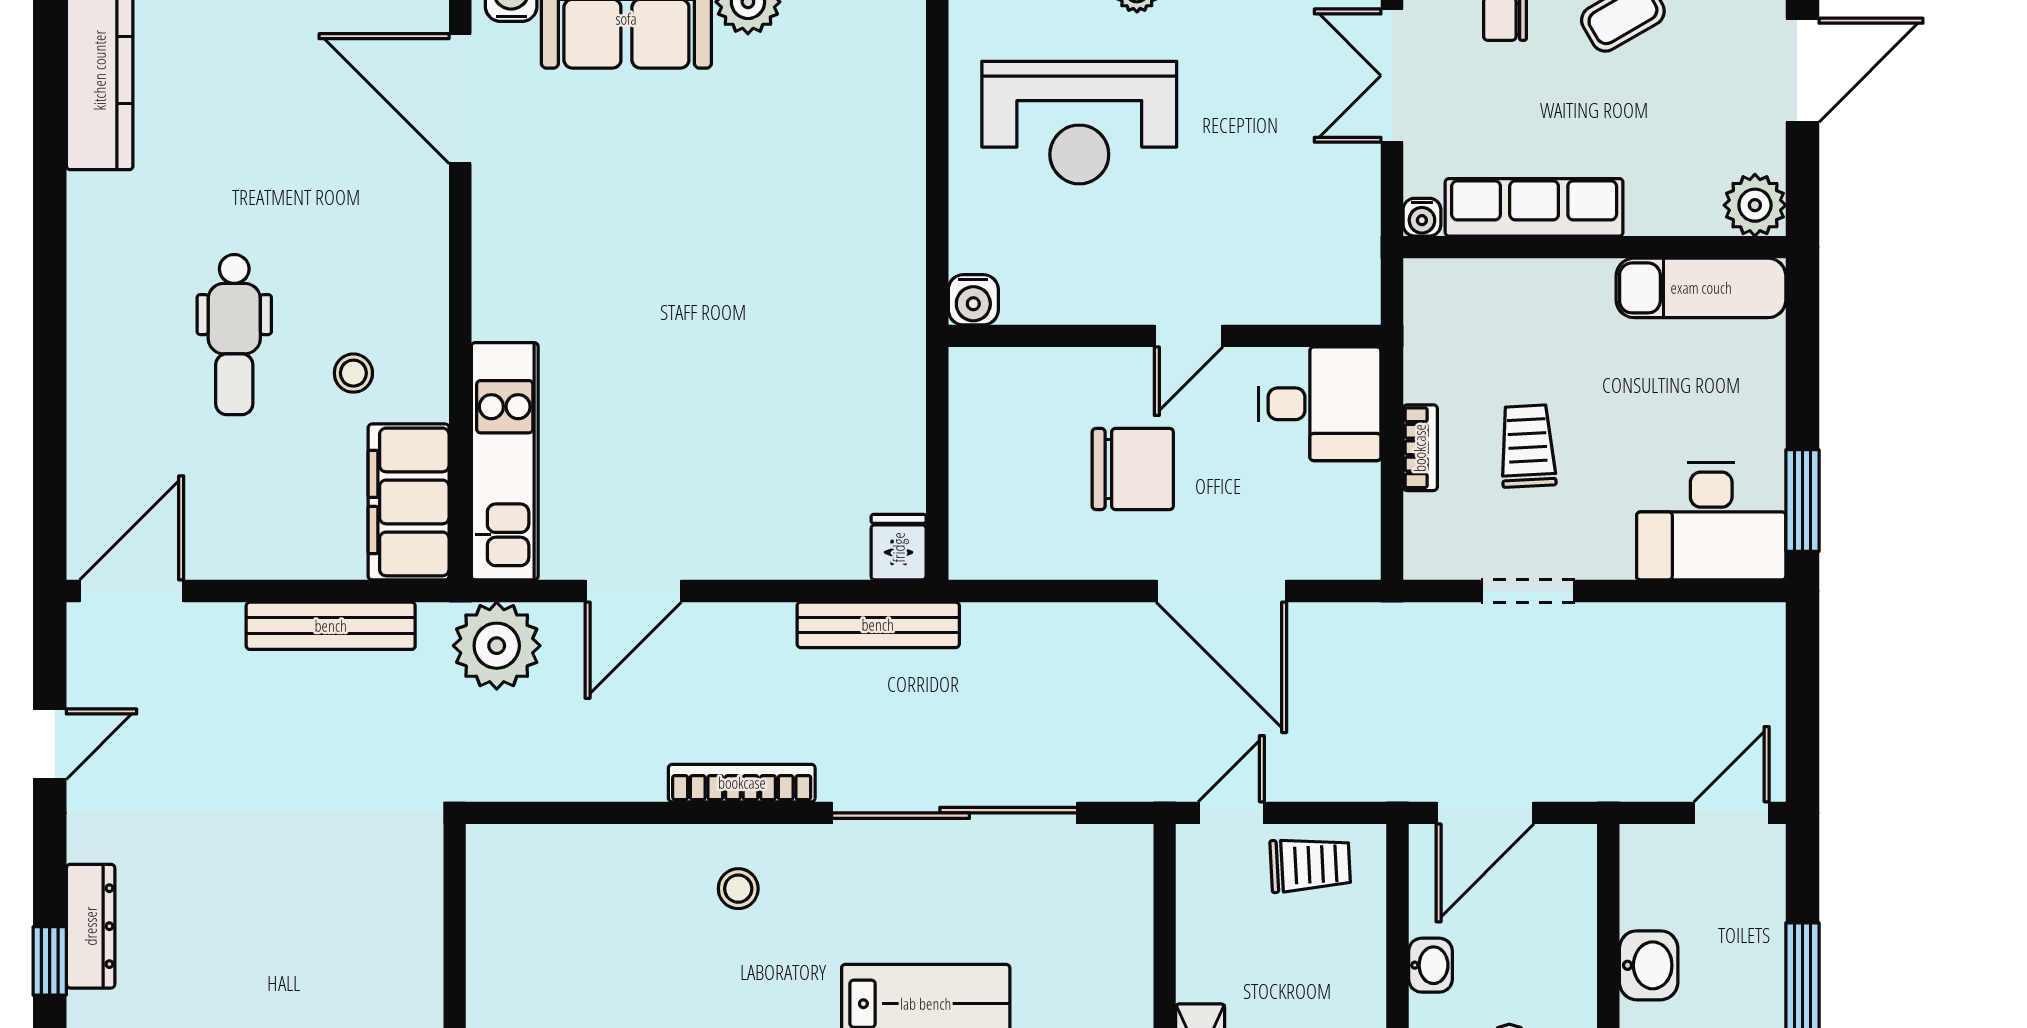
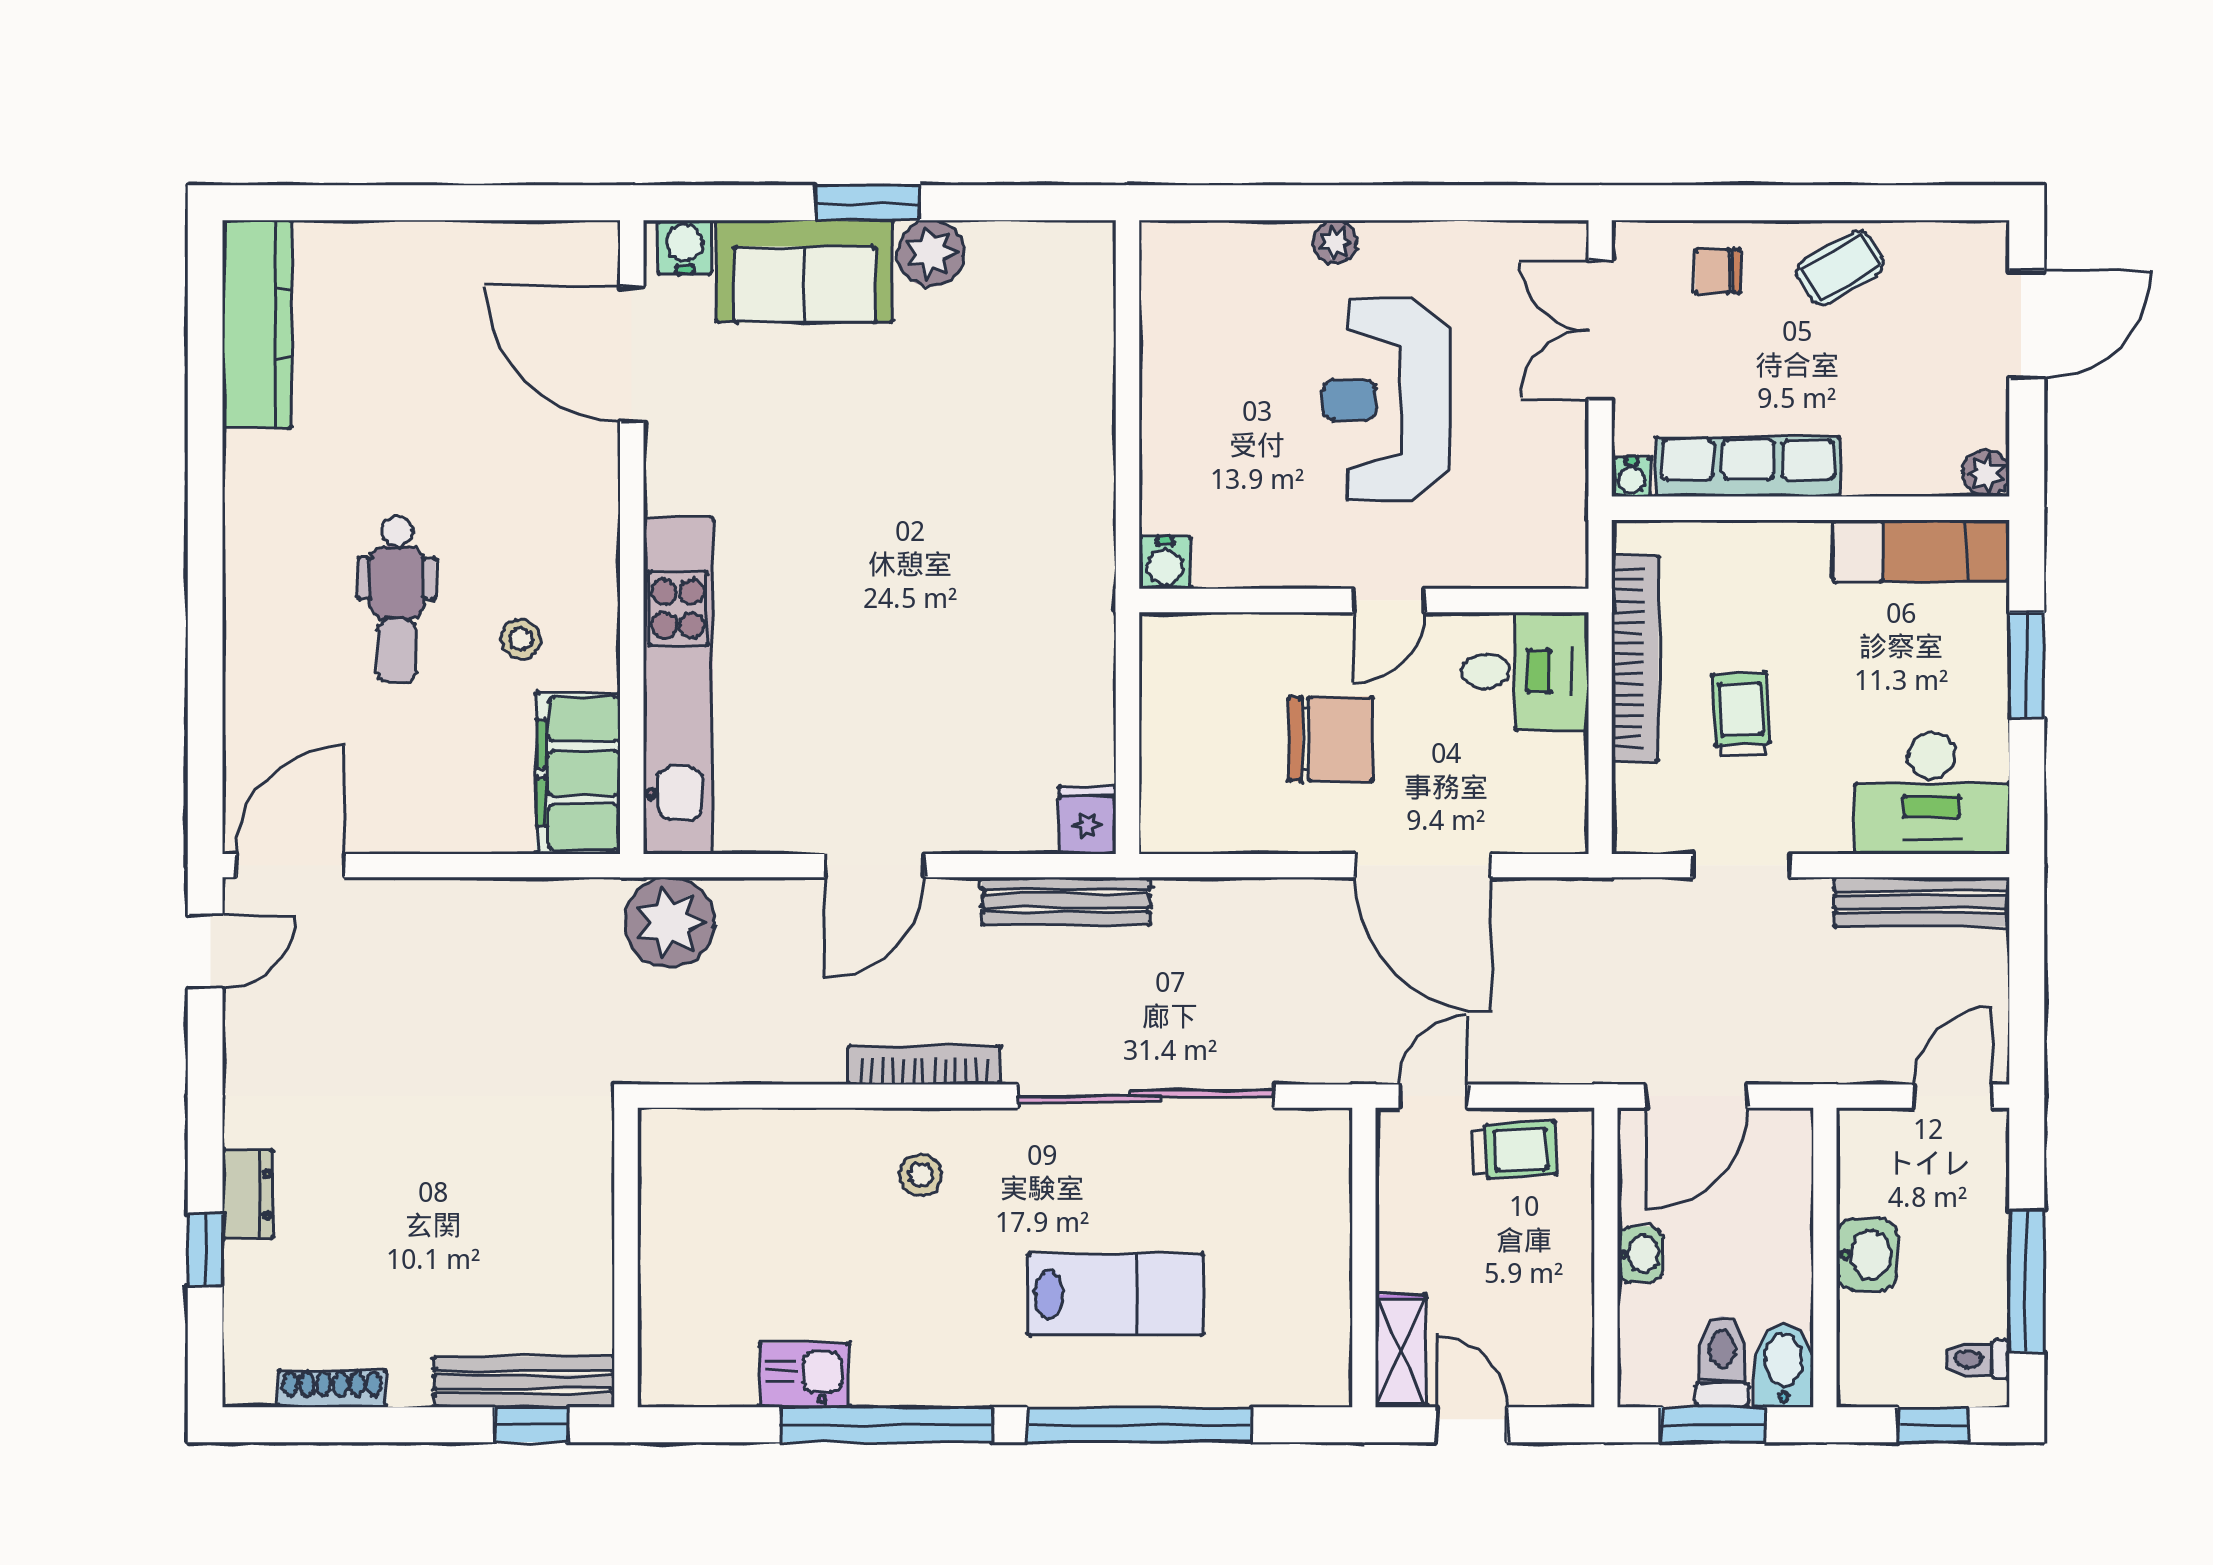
reception desk: (1079, 123) -> (1386, 400), moved, turned 90
plant: (1755, 205) -> (1986, 473), width x0.73, depth x0.73
bookcase: (1420, 448) -> (1635, 658), width x2.31, depth x1.31
kitchen unit: (505, 461) -> (678, 686), width x1.36
window: (1802, 501) -> (2027, 665), moved
door: (633, 591) -> (875, 866), moved
bench: (331, 626) -> (1922, 902), moved
door: (50, 744) -> (205, 951), moved
dresser: (91, 926) -> (248, 1194), width x0.70

